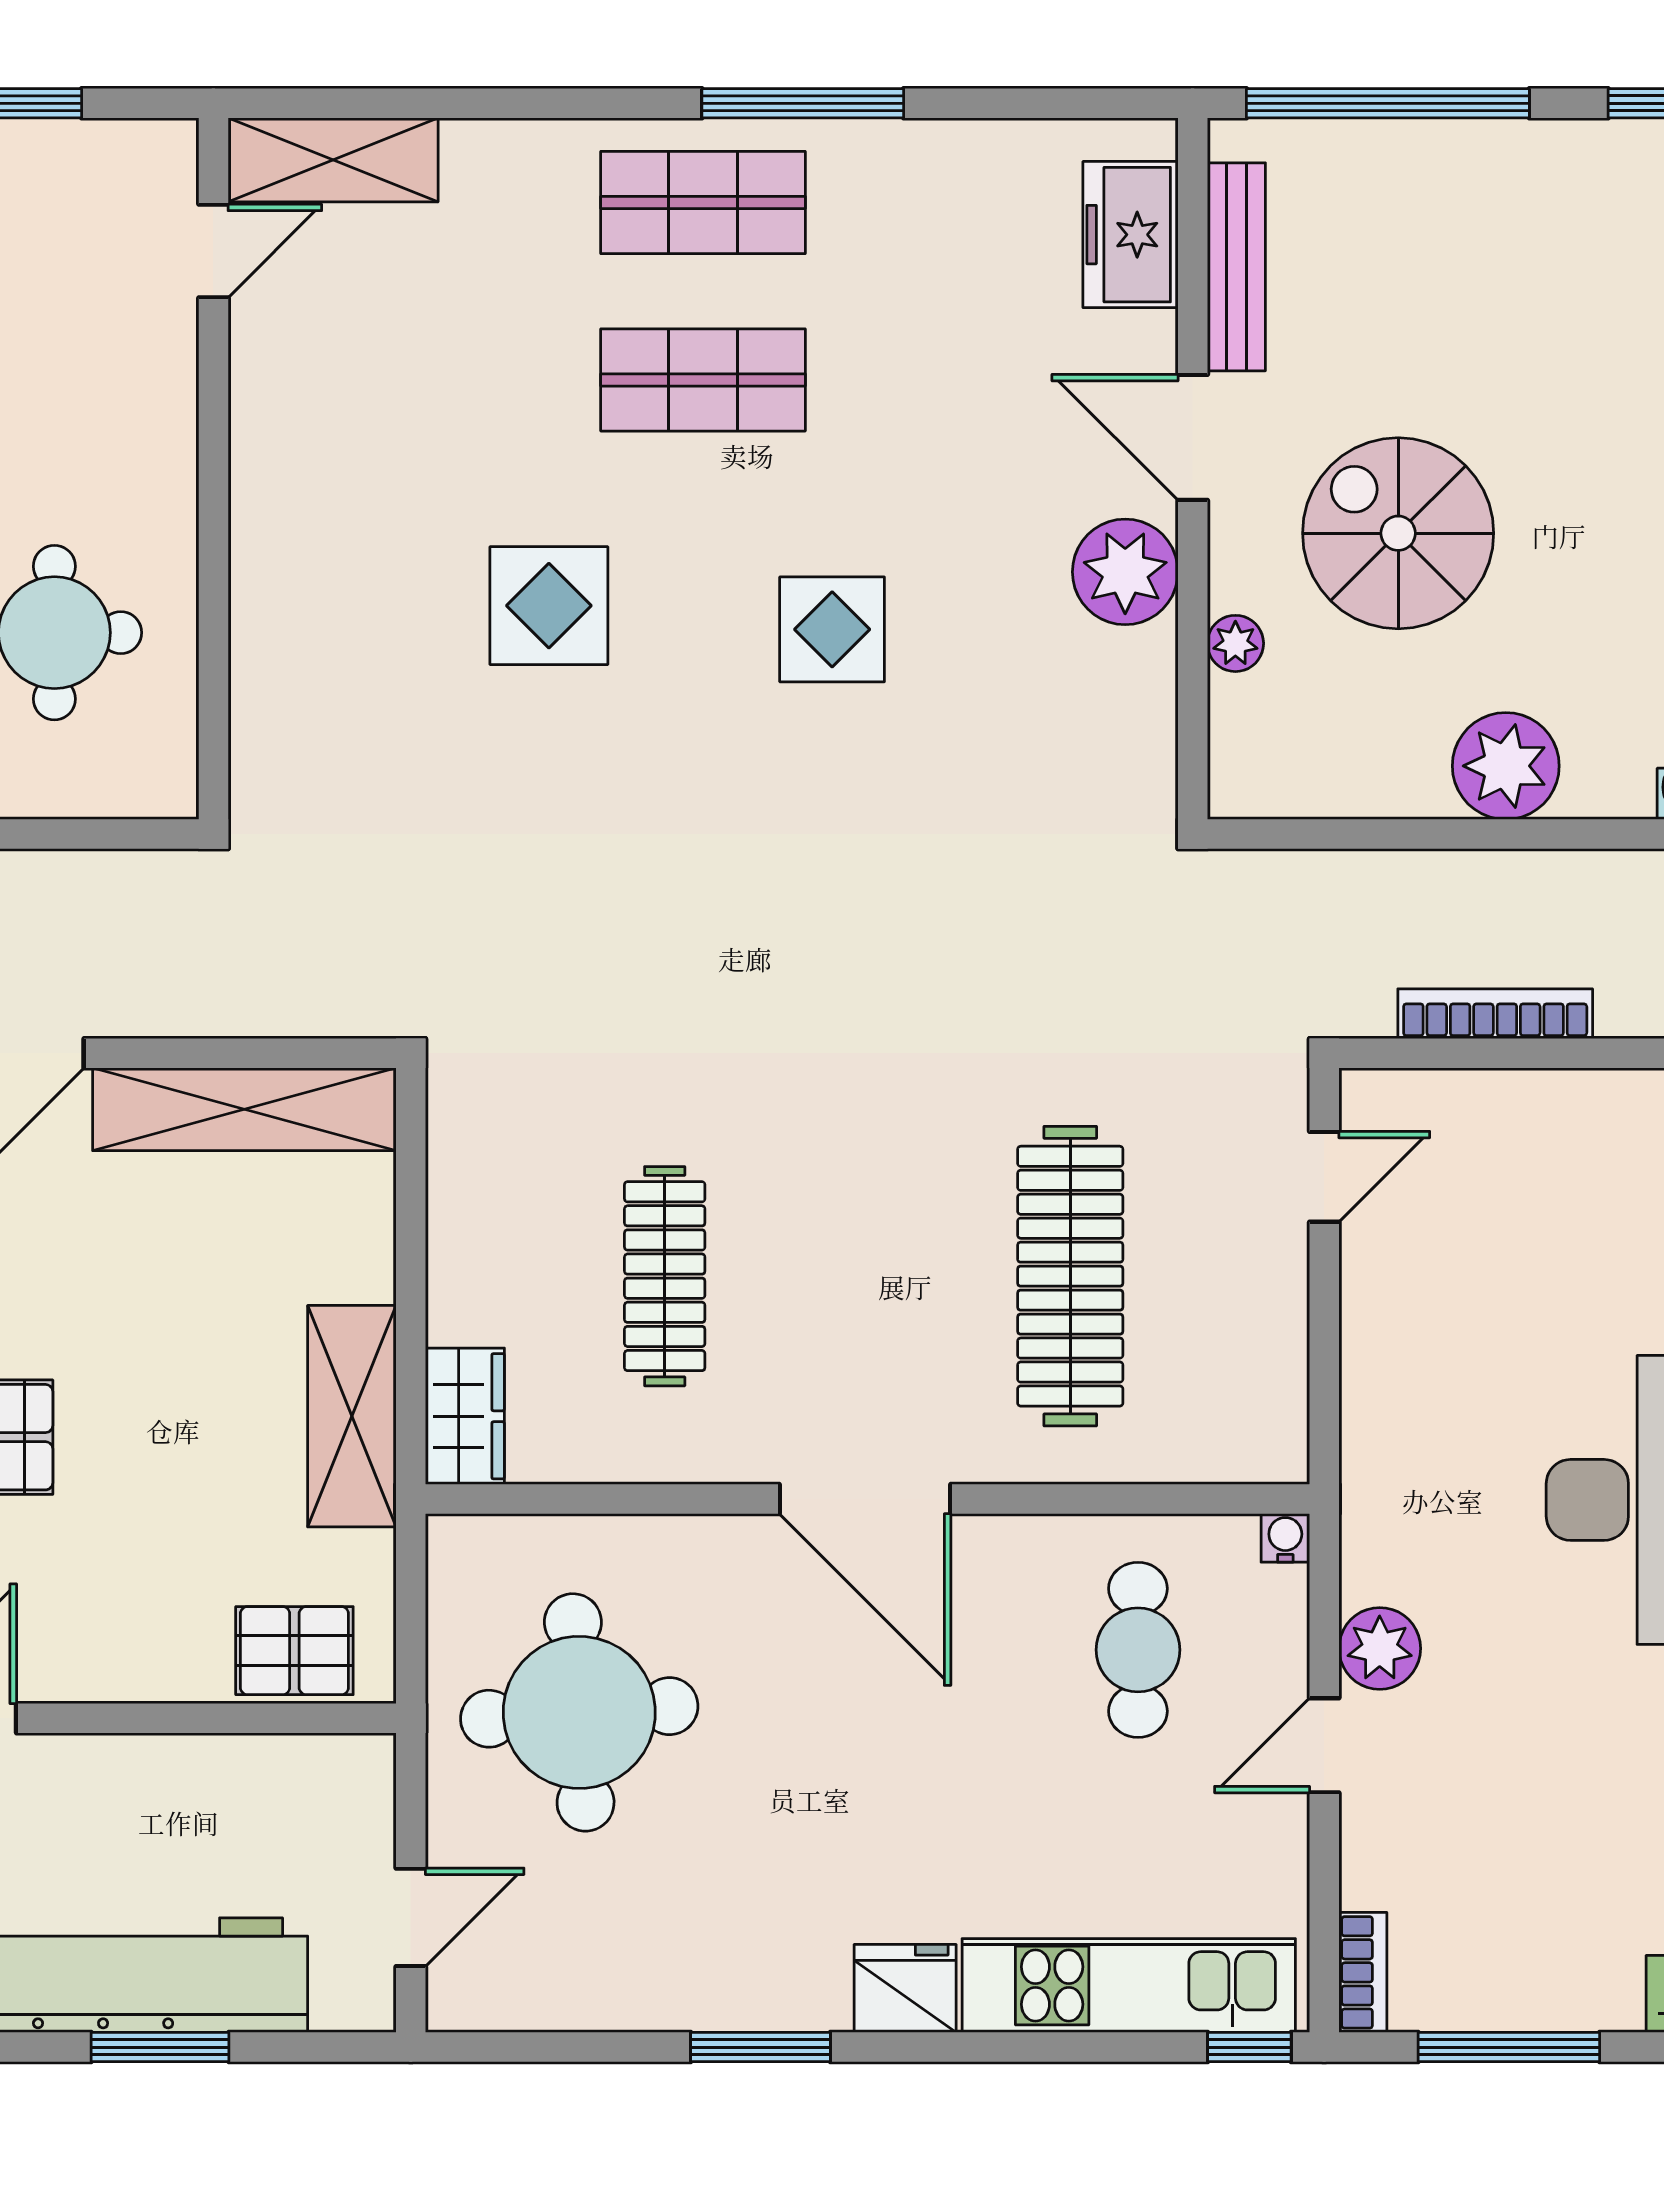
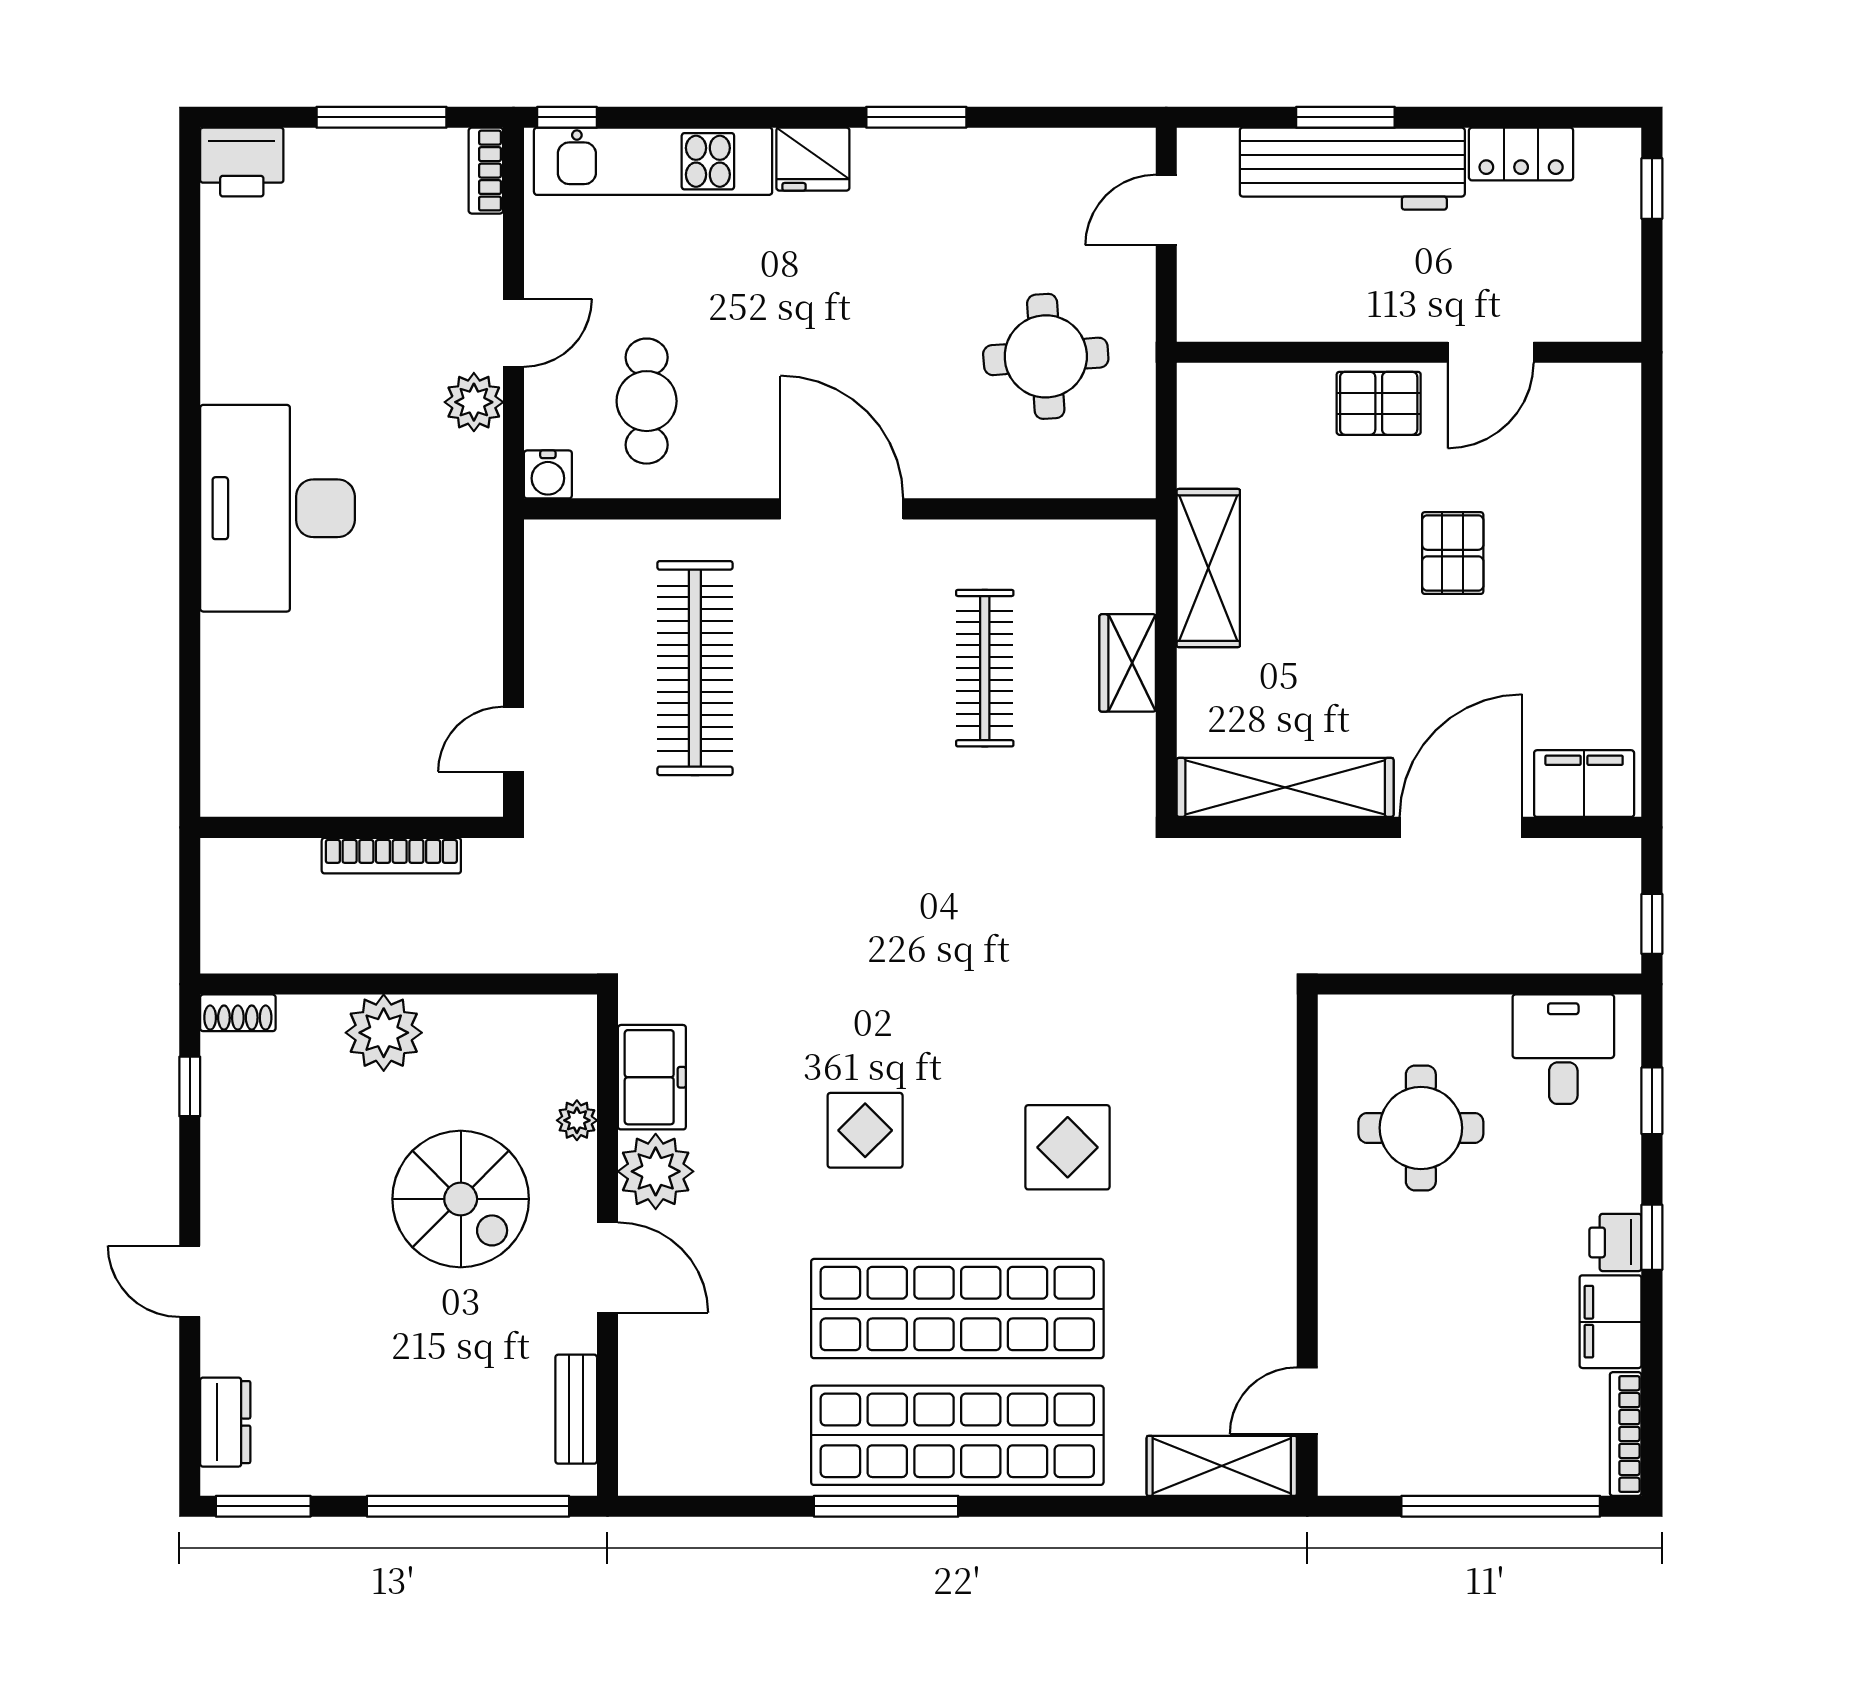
shop shelf: (703, 202) -> (957, 1435), width x2.00, depth x1.36
freezer: (1130, 235) -> (652, 1077), moved
bench: (1236, 267) -> (576, 1409), width x0.73
shop shelf: (703, 380) -> (957, 1309), width x2.00, depth x1.36
wardrobe: (465, 1416) -> (1128, 663), moved
water cooler: (1285, 1538) -> (548, 474), width x1.38, depth x1.38
pallet: (294, 1651) -> (1379, 403), moved
round table: (579, 1712) -> (1046, 356), width x0.73, depth x0.73

